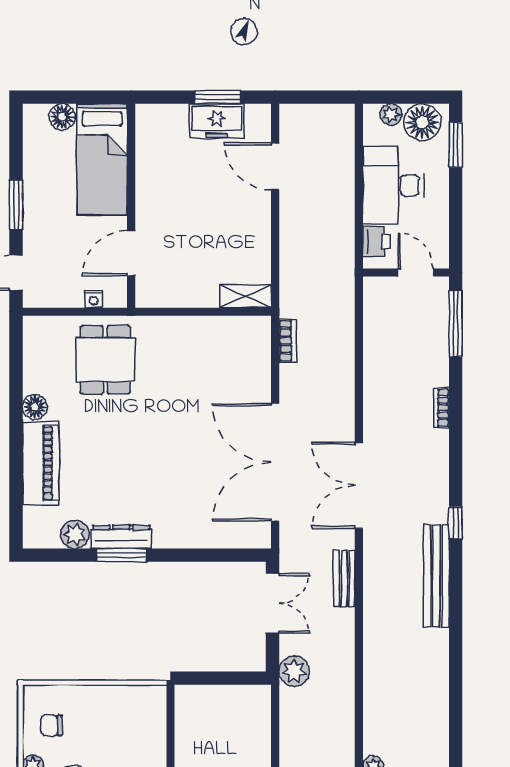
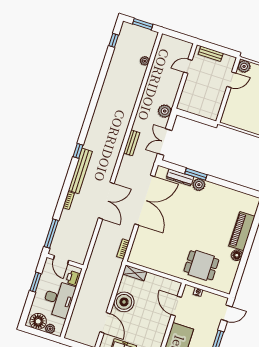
window: (456, 145) -> (36, 282), moved
boiler: (248, 225) -> (124, 302), added
door: (131, 253) -> (176, 306), swing flipped
dining table: (105, 360) -> (201, 265), turned 90
double door: (359, 485) -> (106, 201), moved
plant: (75, 534) -> (199, 185), moved
dresser: (121, 537) -> (180, 177), moved
window: (121, 555) -> (196, 174), moved
bench: (436, 576) -> (80, 171), moved

